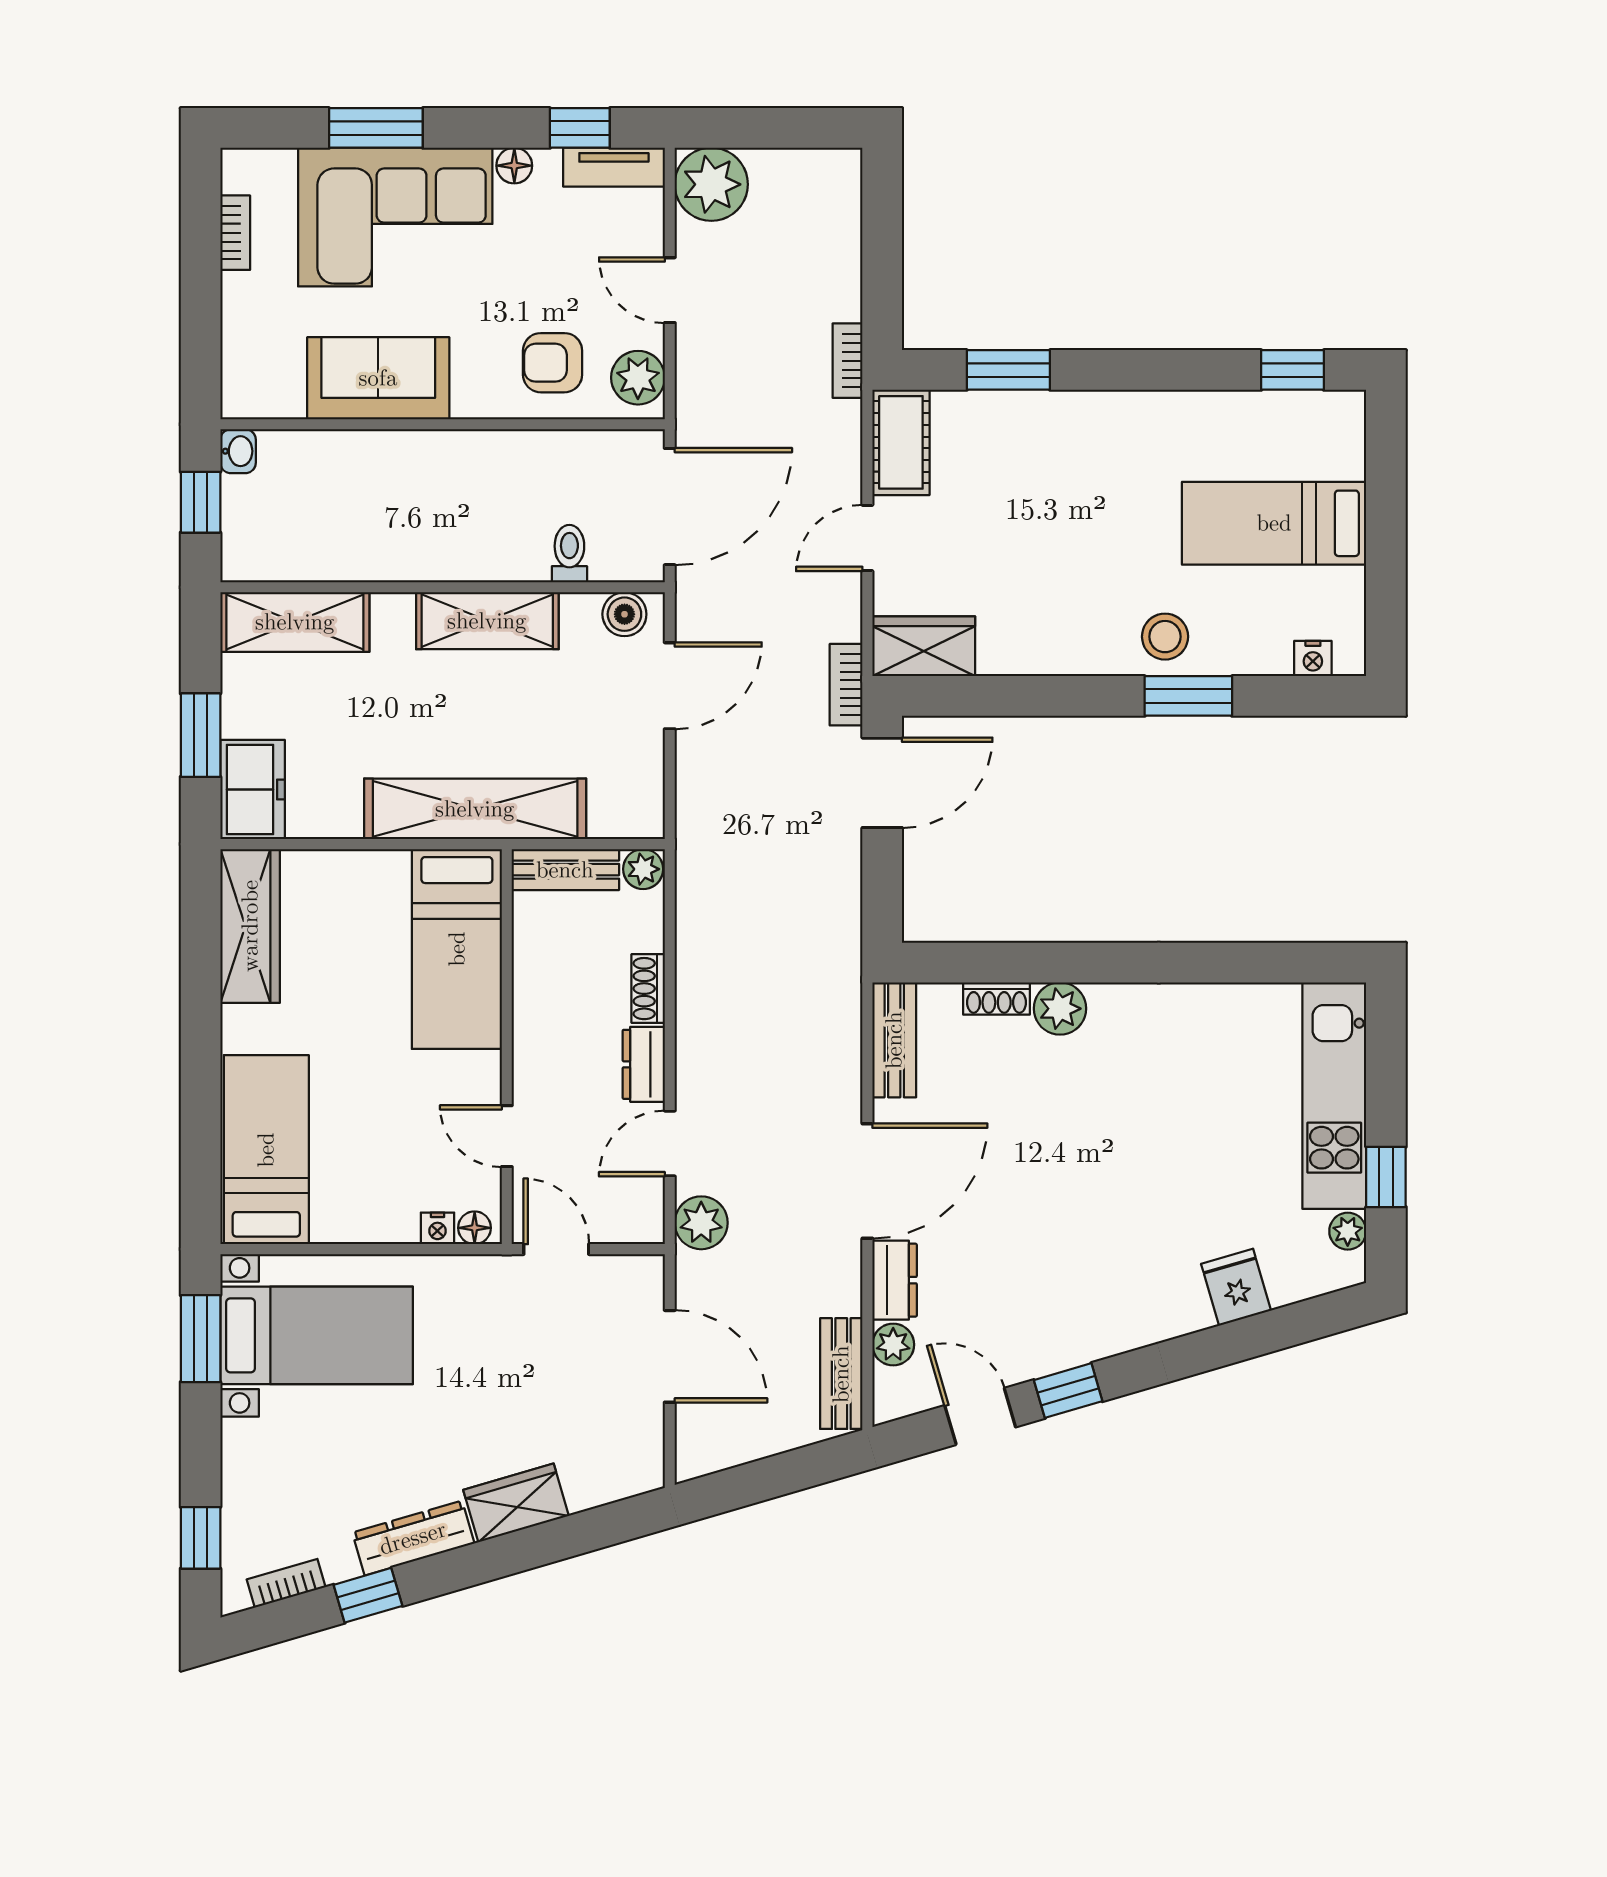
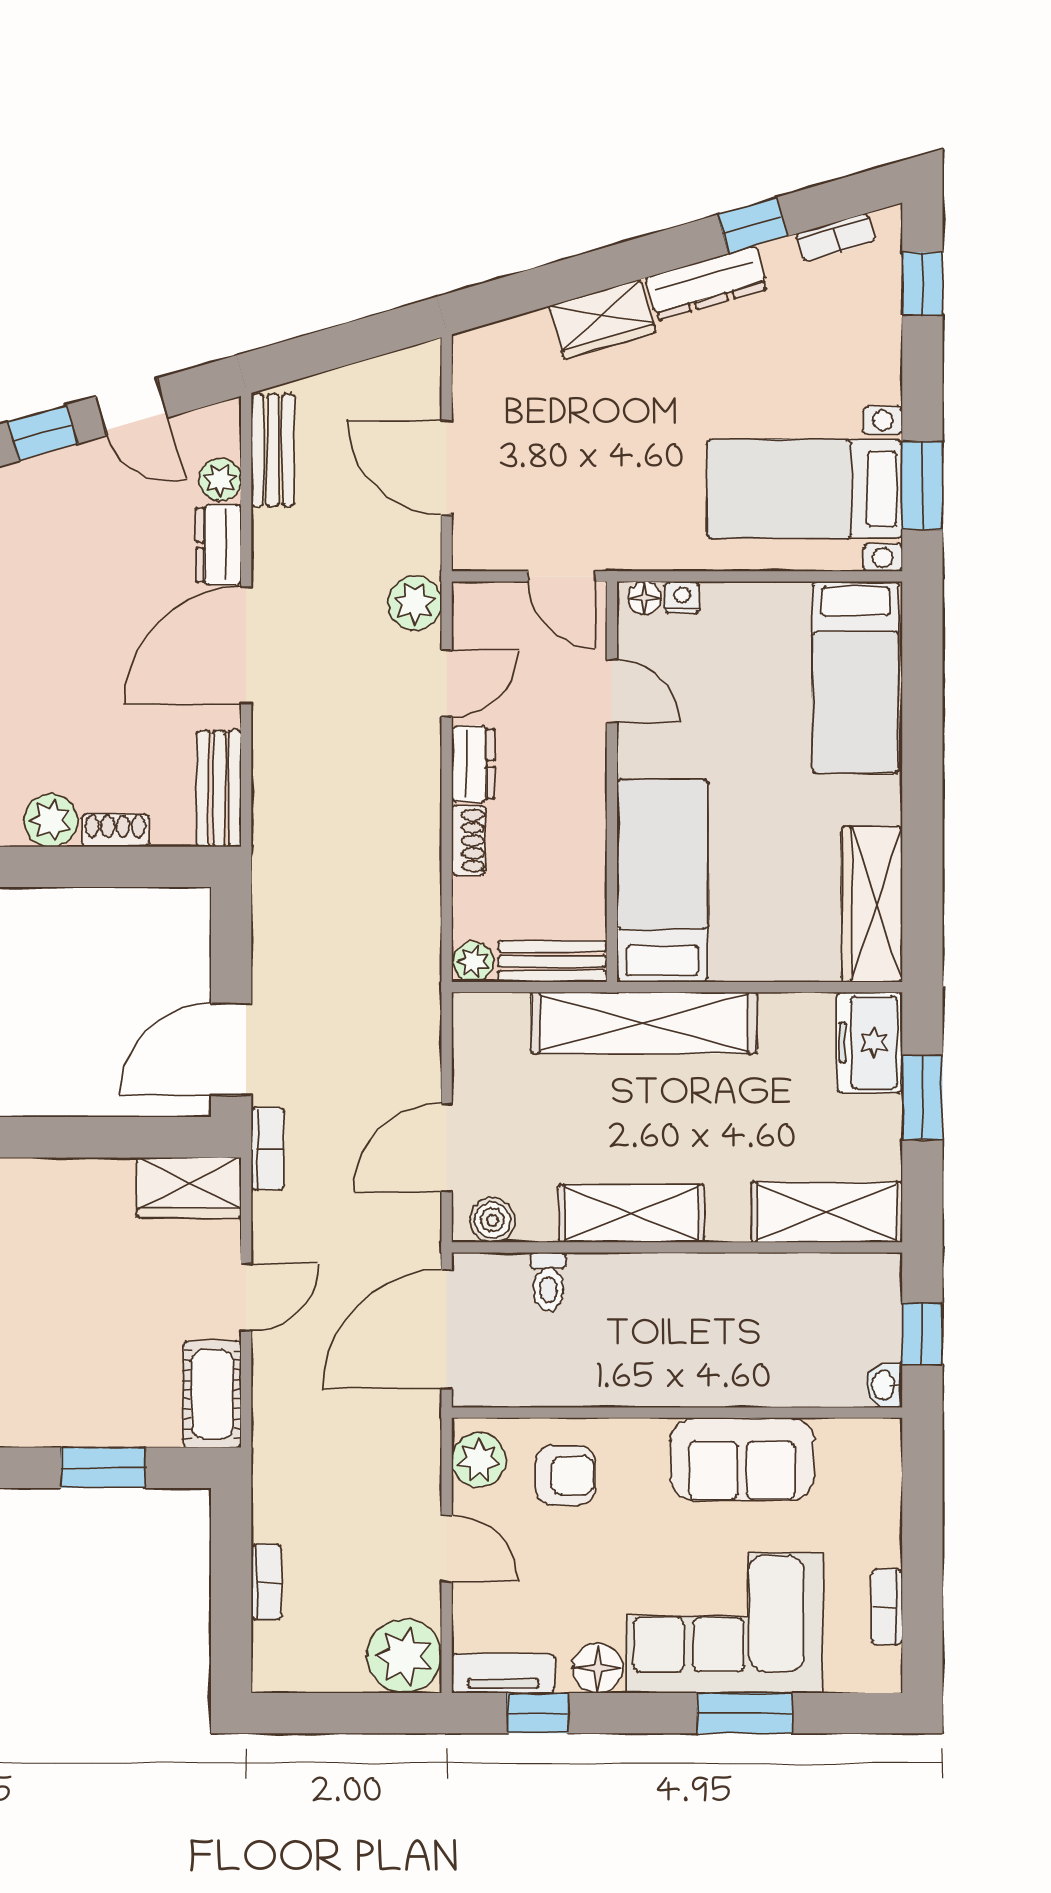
floor lamp: (514, 166) -> (597, 1668), width x1.37, depth x1.37
bookcase: (848, 361) -> (266, 1582), moved

